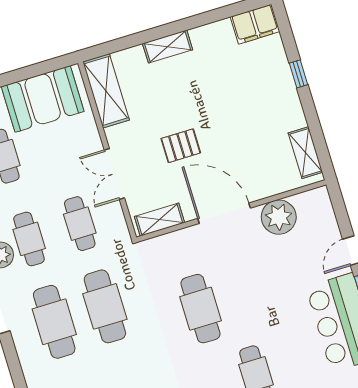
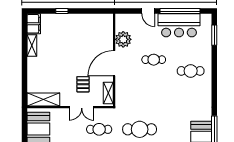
shelving: (168, 47) -> (32, 46), moved
pallet: (181, 146) -> (83, 84), moved
shelving: (305, 153) -> (98, 19), removed
cafe table: (200, 309) -> (154, 60), moved, width x0.73, depth x0.74

